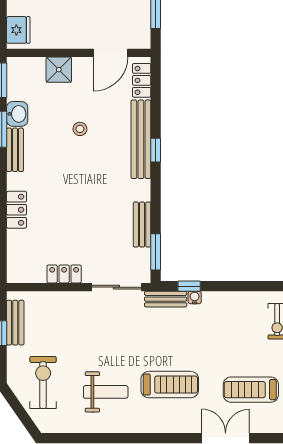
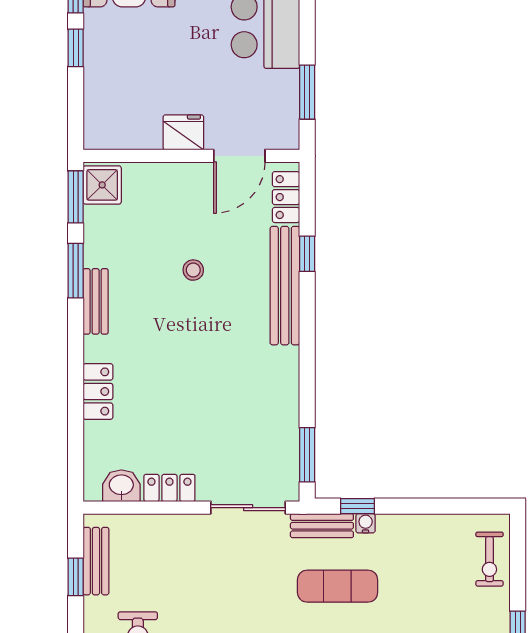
fridge: (18, 30) -> (183, 132), moved, turned -90
shower: (59, 70) -> (102, 185), moved
washbasin: (17, 114) -> (121, 486), moved, turned -90
window: (156, 150) -> (307, 254), moved
bench: (142, 225) -> (287, 414), removed
exercise mat: (176, 339) -> (338, 586), added

